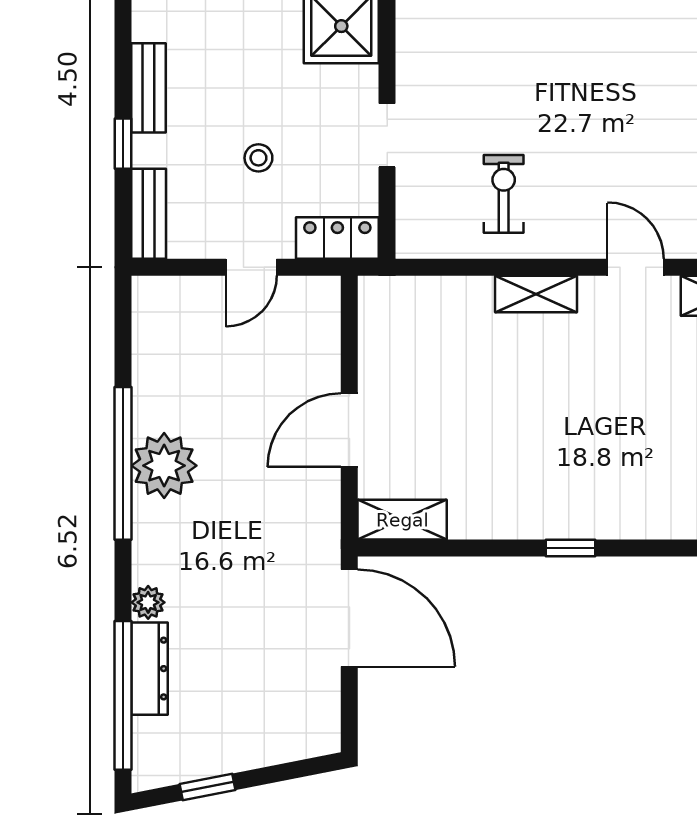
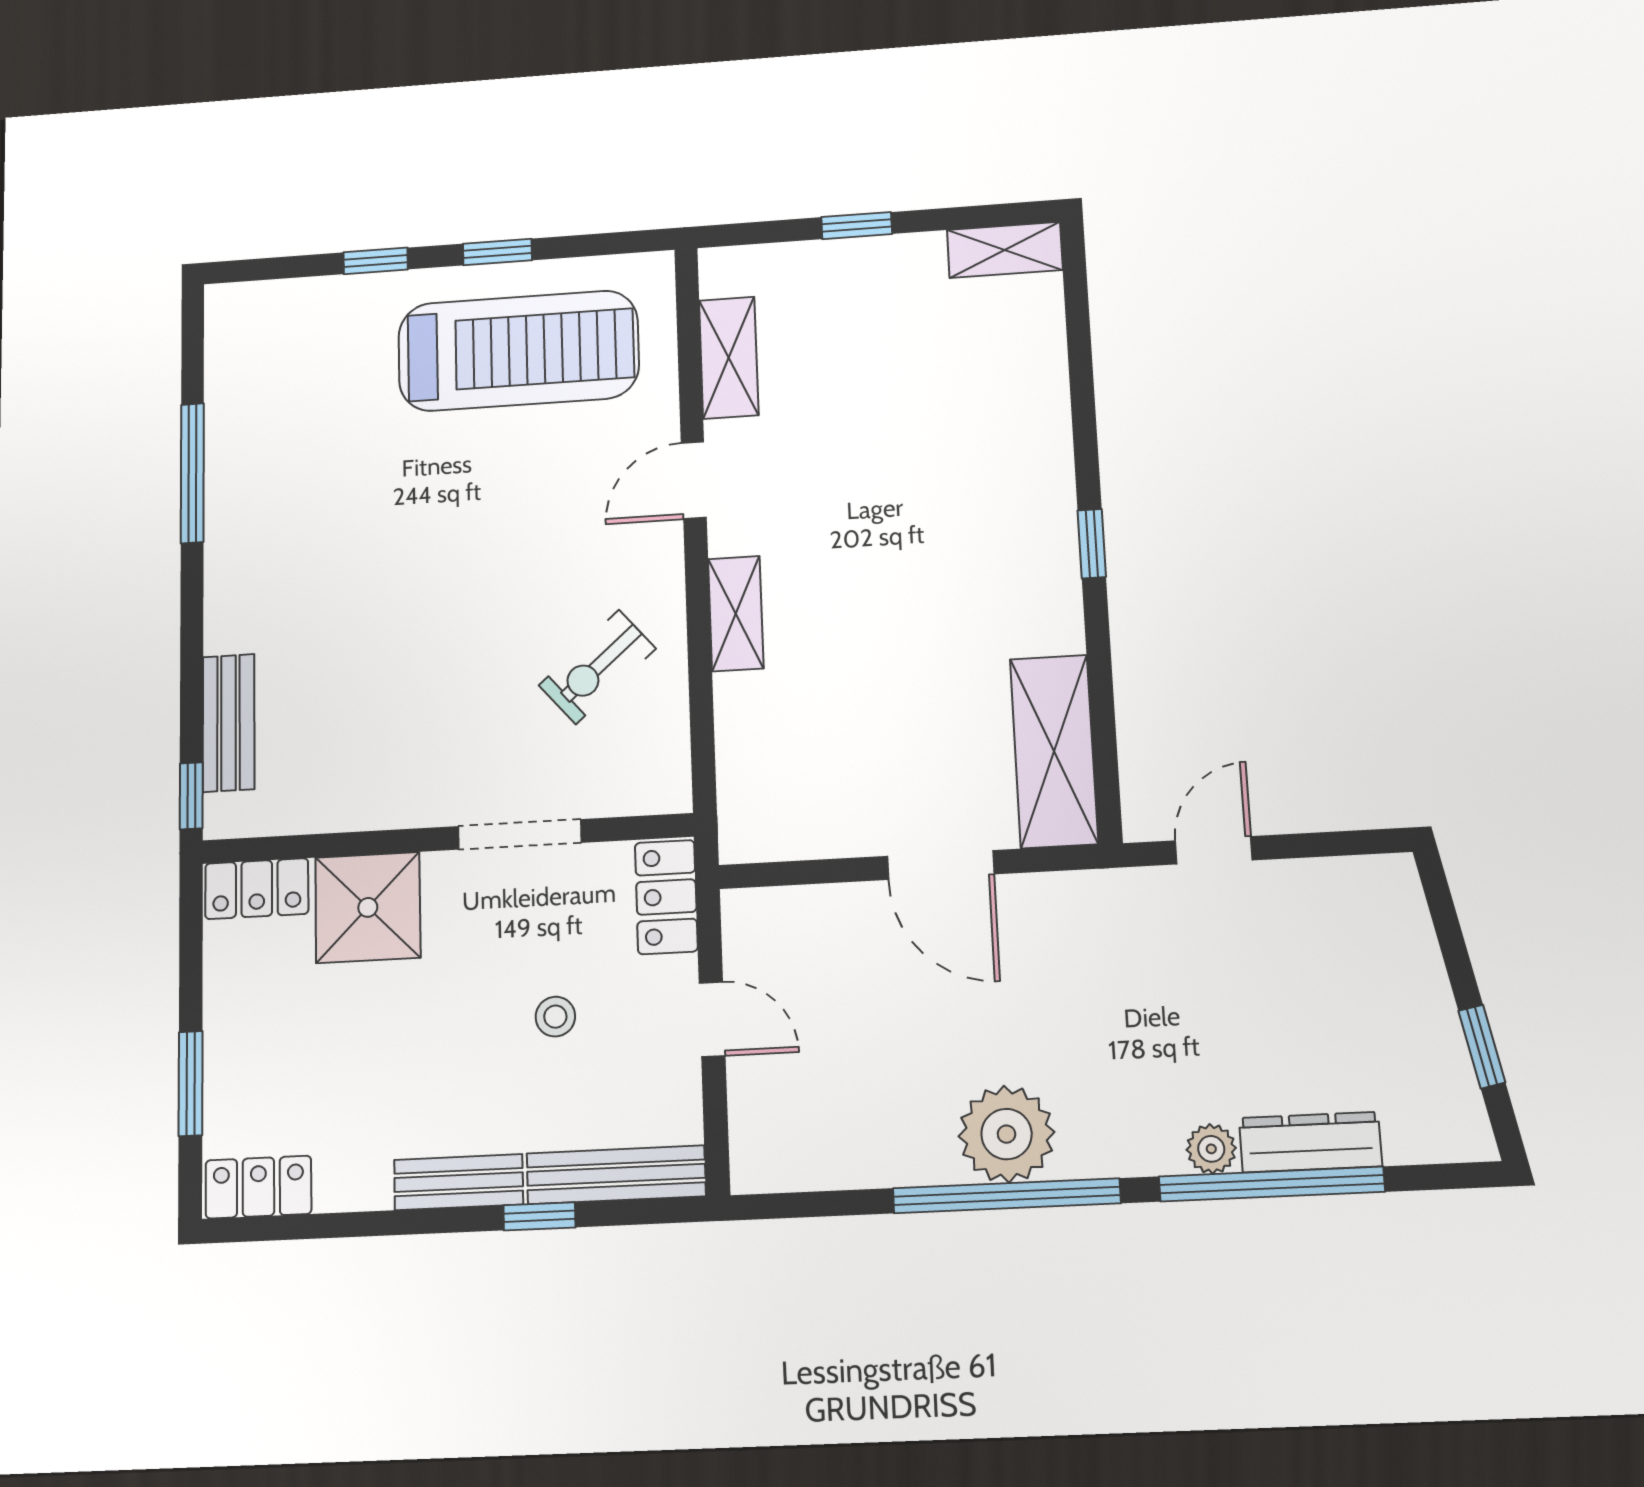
doorway: (387, 135) -> (520, 834), width x1.38
exercise bike: (504, 194) -> (597, 667), turned -41
bench: (149, 214) -> (616, 1175), width x1.36
shelving: (402, 520) -> (1054, 751), width x1.50, depth x1.33
door: (349, 618) -> (1214, 850), width x0.53
window: (123, 695) -> (1272, 1184), moved

